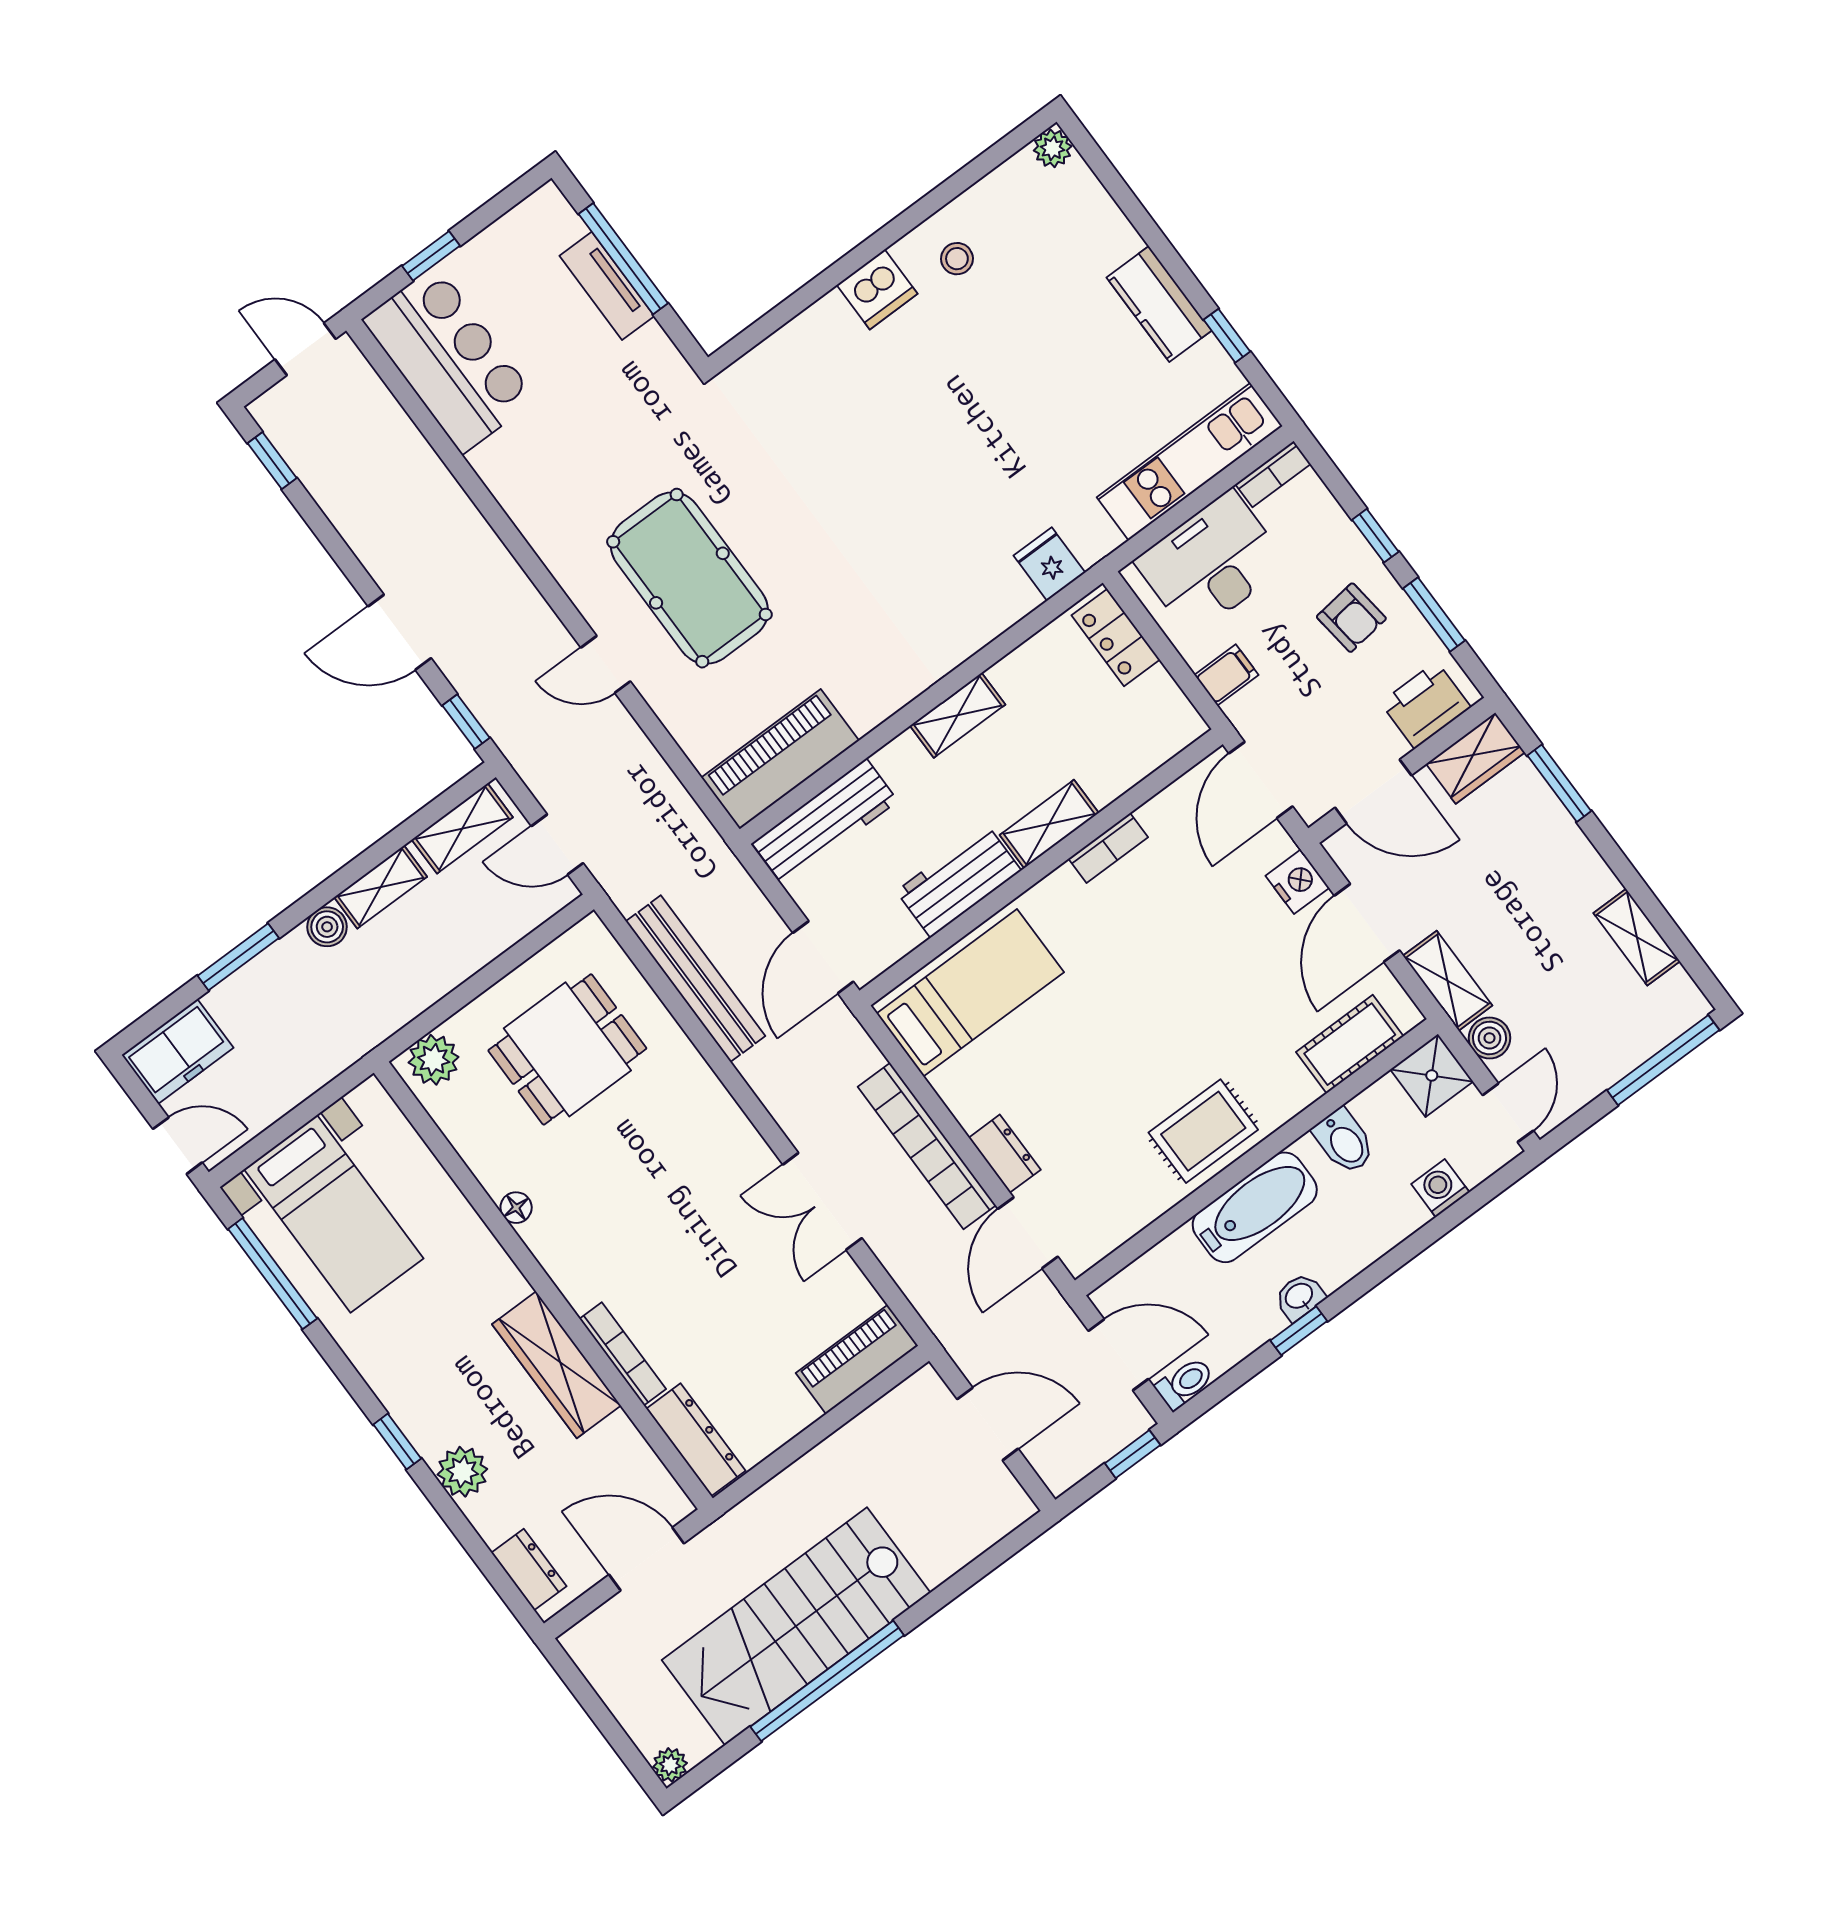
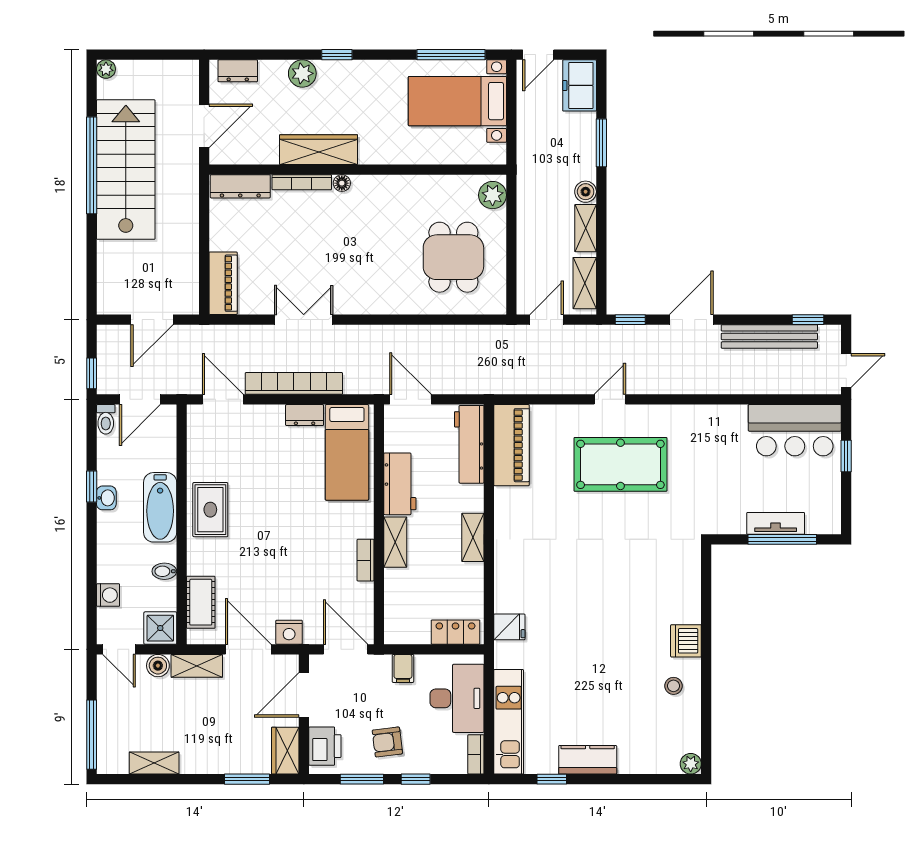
bench: (696, 979) -> (769, 336), moved
bidet: (1344, 1141) -> (164, 571), width x0.72, depth x0.74
dresser: (1005, 1154) -> (305, 415), moved
floor lamp: (516, 1208) -> (342, 183), moved

